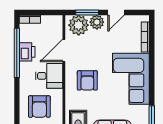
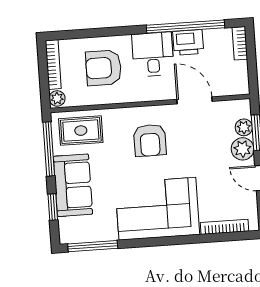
plant: (79, 25) -> (244, 127), width x0.53, depth x0.53
desk: (49, 76) -> (153, 54), moved, turned 180
armchair: (87, 80) -> (150, 140), turned -90

